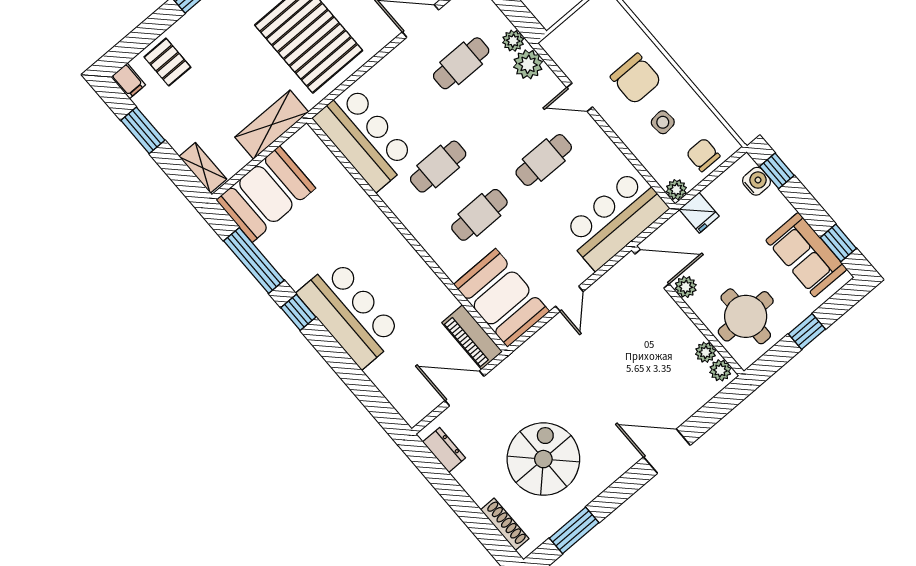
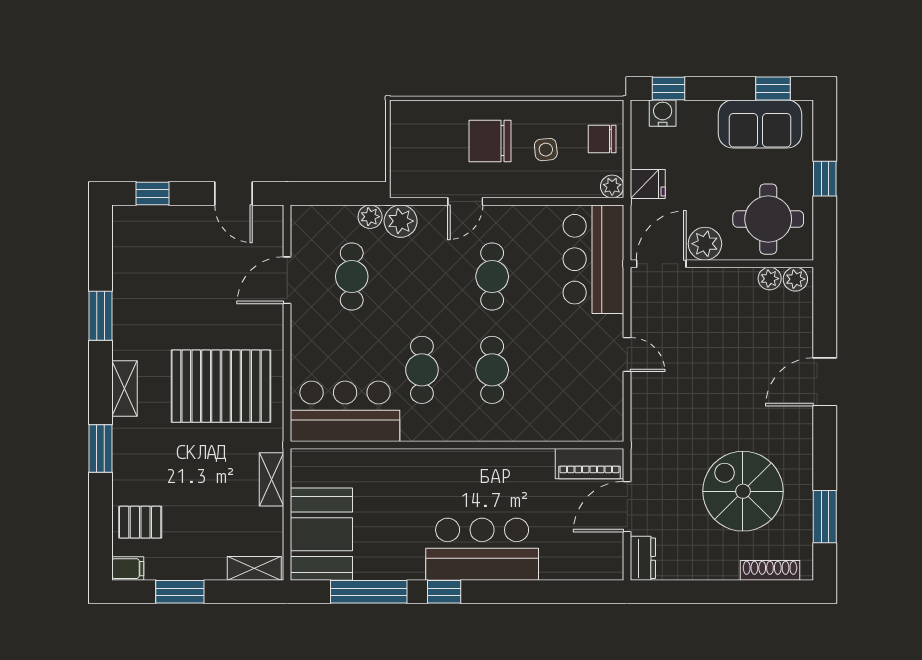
chair: (636, 79) -> (490, 141), turned 180
shelving: (272, 125) -> (272, 479), width x0.67, depth x0.75
plant: (686, 287) -> (705, 244), width x1.38, depth x1.38
booth: (502, 298) -> (578, 411), removed
dresser: (444, 450) -> (643, 558), moved, turned 90

